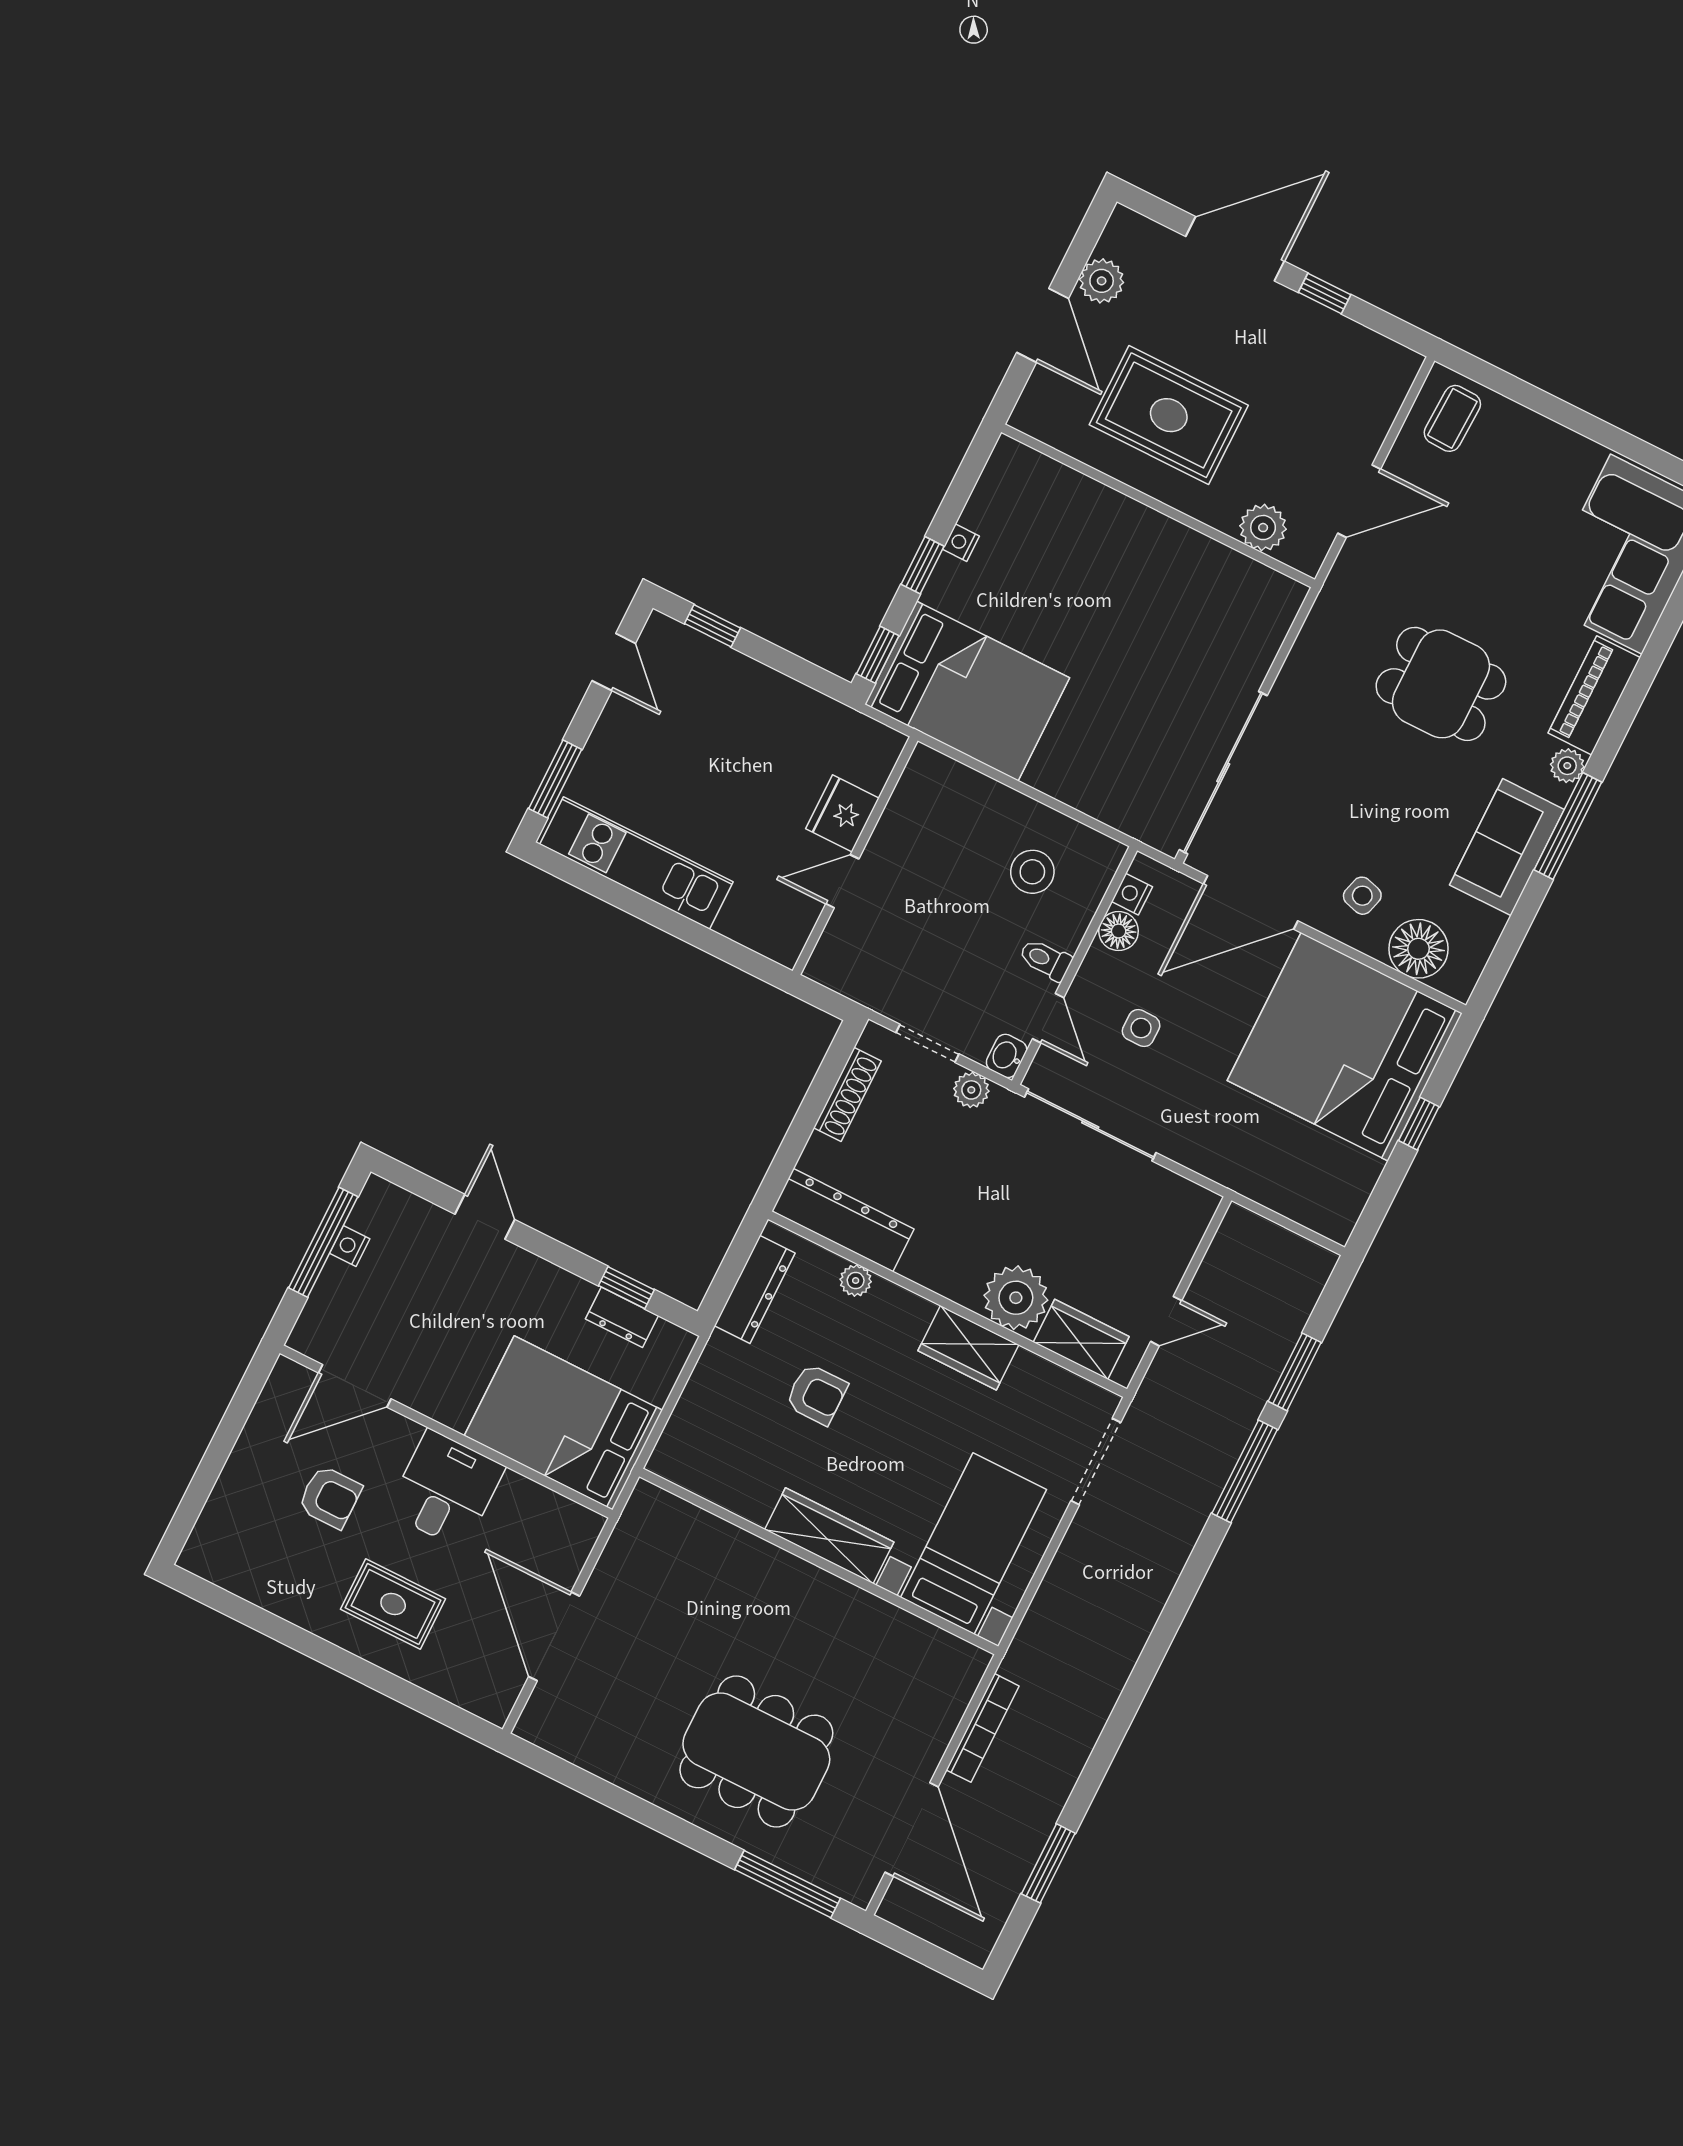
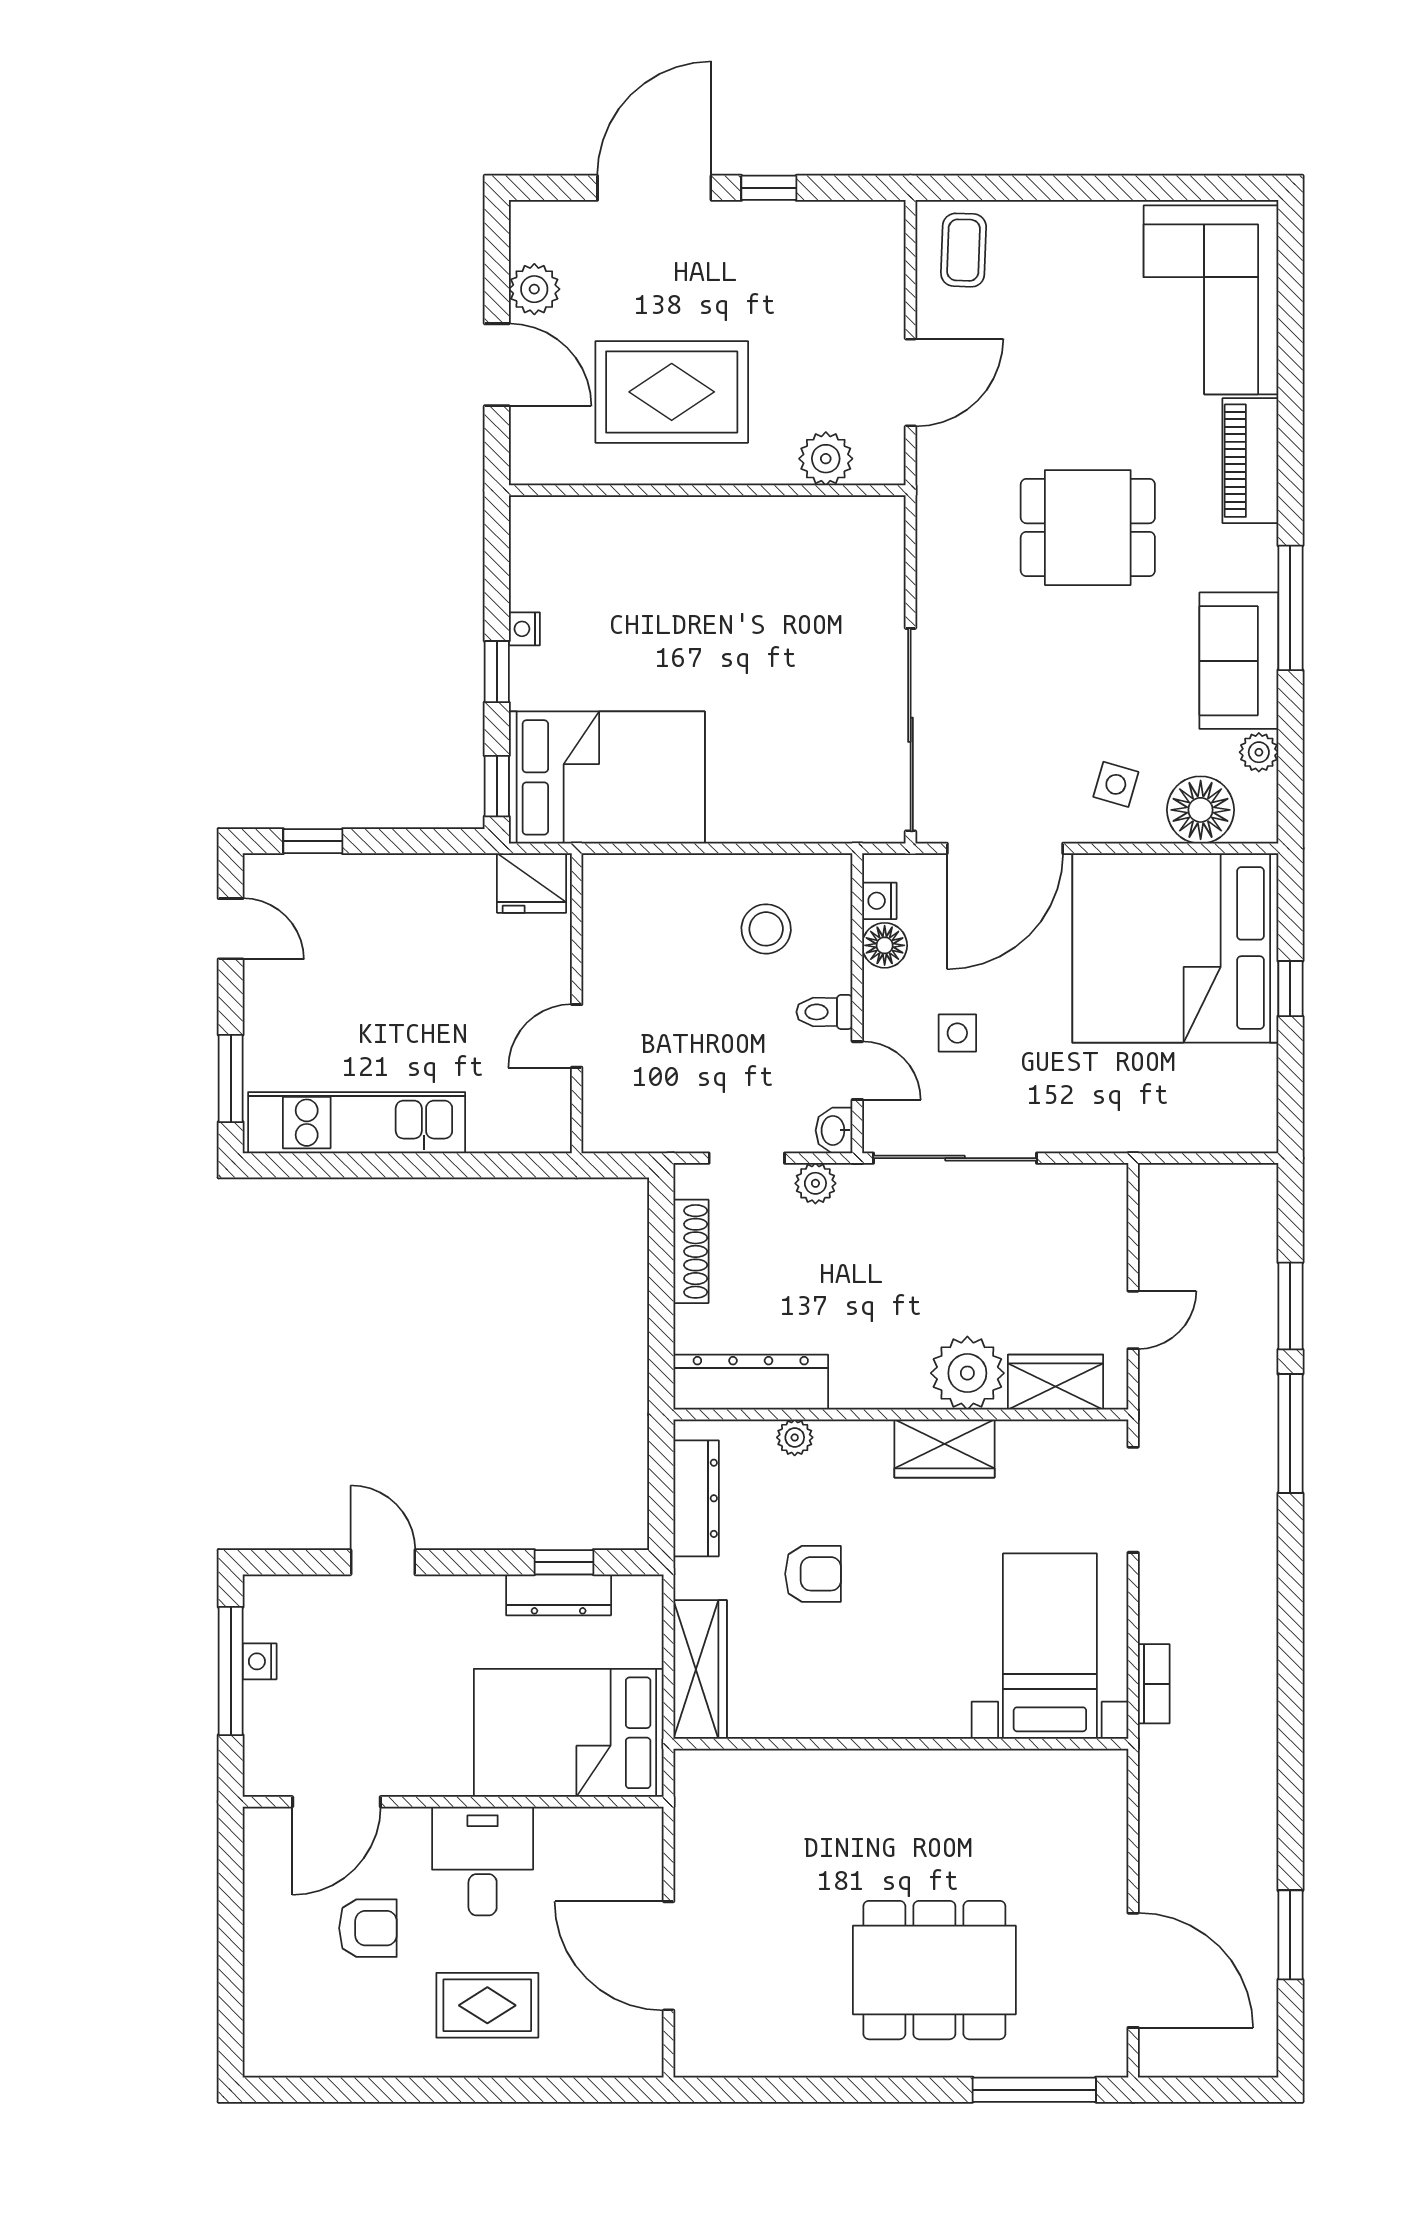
plant: (1567, 766) -> (1259, 752), moved
fridge: (842, 813) -> (532, 883), moved, turned -90
dresser: (622, 1317) -> (559, 1595), width x1.44
wardrobe: (829, 1536) -> (700, 1670), moved, turned 90
bookcase: (983, 1728) -> (1154, 1684), moved, width x0.64

